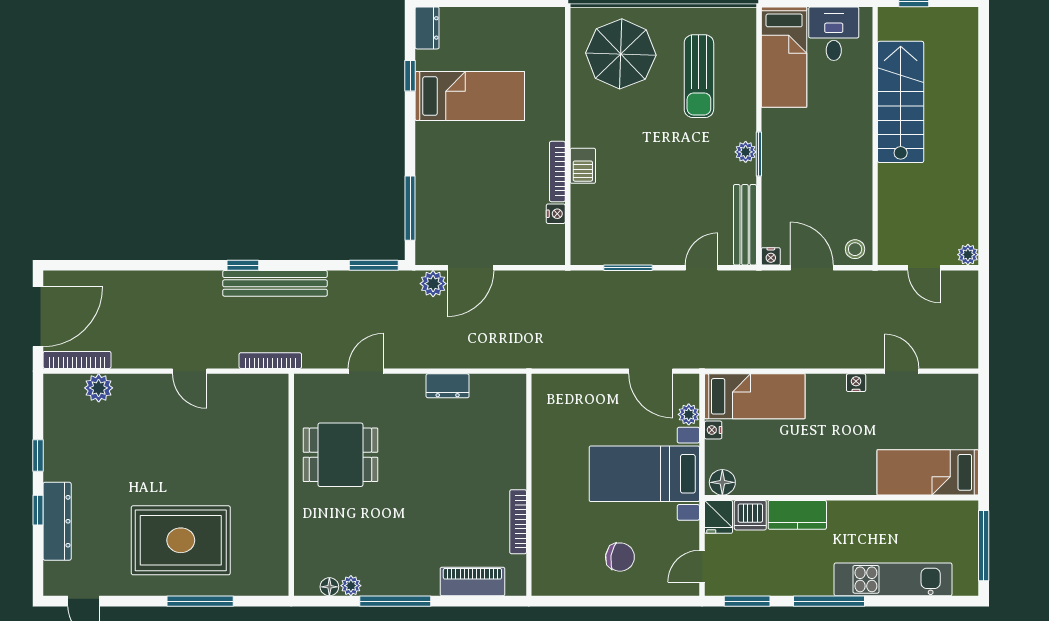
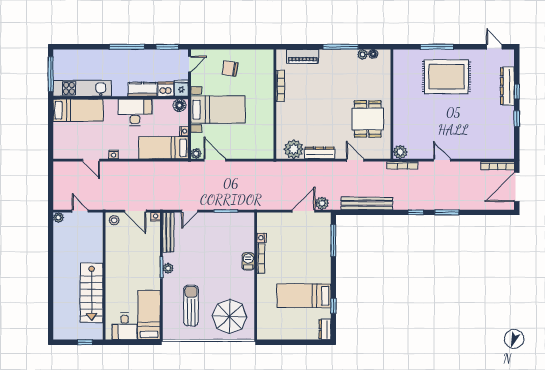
window: (374, 265) -> (447, 212), moved
bench: (275, 283) -> (367, 203), moved
door: (366, 371) -> (355, 160), swing flipped
dresser: (448, 386) -> (320, 153), width x1.44
plant: (99, 388) -> (400, 152), moved
plant: (491, 393) -> (294, 149), added
plant: (689, 414) -> (196, 154), moved
dining table: (340, 455) -> (368, 119), turned 90
desk: (813, 468) -> (135, 112), added
kitchen unit: (893, 579) -> (82, 88), moved, turned 180

